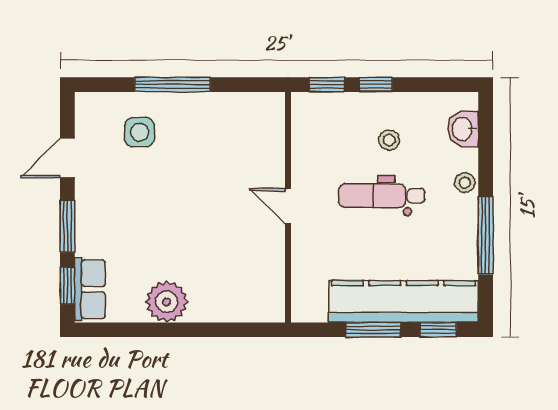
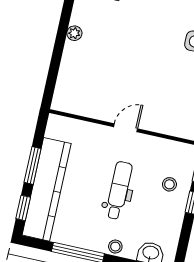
stool: (389, 140) -> (169, 184), moved
plant: (167, 302) -> (74, 33), width x0.53, depth x0.53

